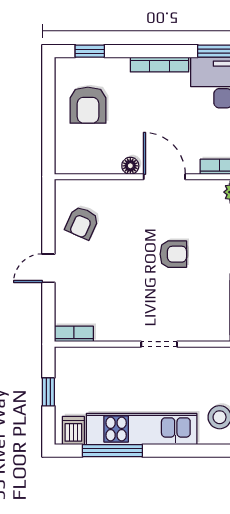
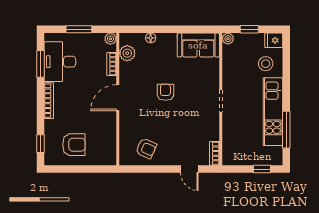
floor lamp: (130, 166) -> (111, 119), removed
door: (48, 268) -> (189, 169), moved
window: (48, 392) -> (262, 169), moved
dishwasher: (73, 430) -> (274, 154), removed

